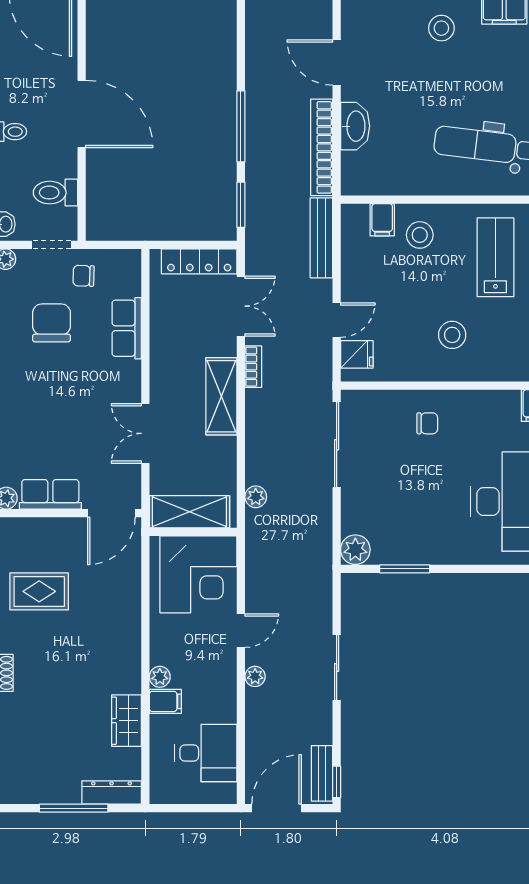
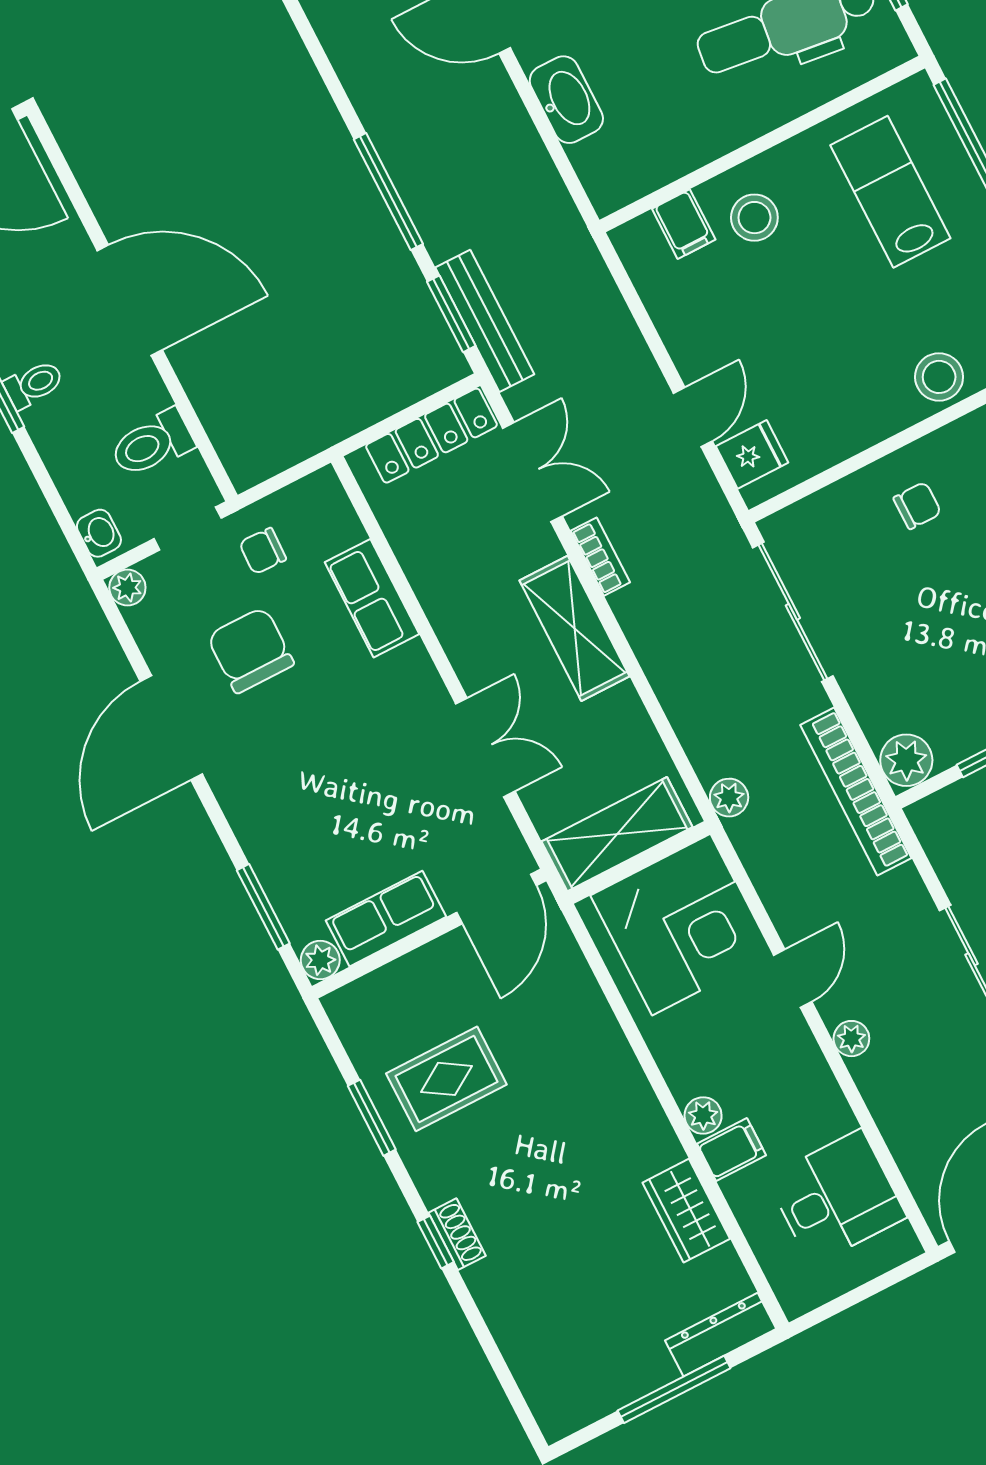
bookcase: (322, 147) -> (856, 792), moved
bench: (321, 238) -> (485, 321), moved
stool: (452, 335) -> (939, 377), moved
double door: (145, 433) -> (485, 747), swing flipped
plant: (256, 497) -> (729, 798), moved

